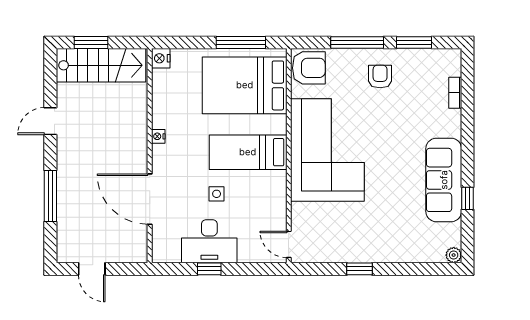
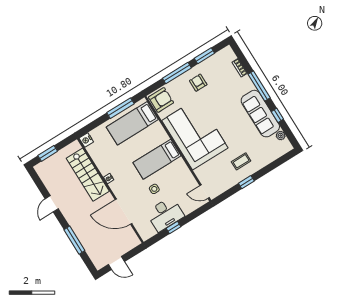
stairs: (101, 65) -> (88, 175), moved, turned 90
bed: (245, 85) -> (132, 123), width x0.67
window: (467, 138) -> (259, 86), added
coffee table: (371, 233) -> (241, 161), added
plant: (454, 255) -> (281, 136), moved

